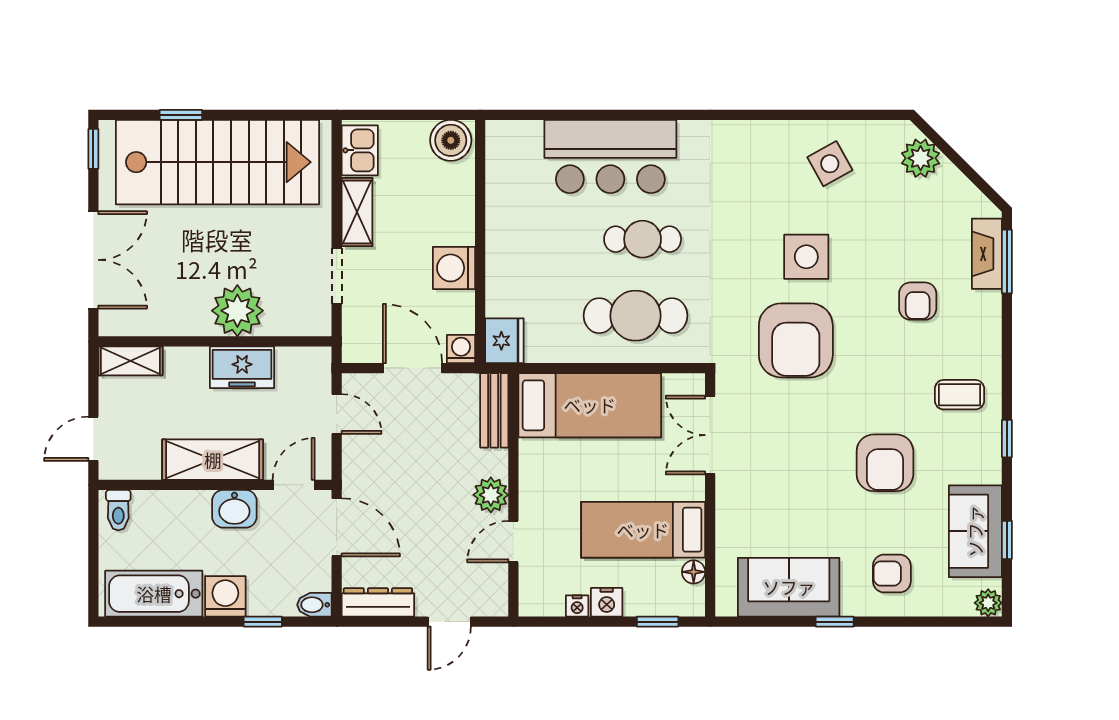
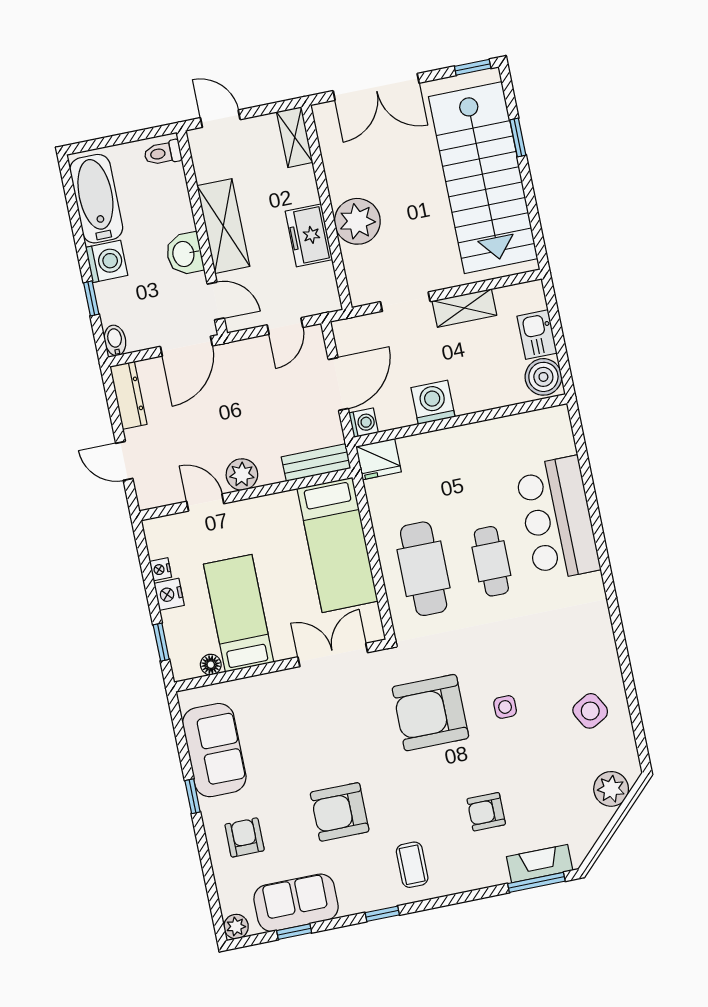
kitchen sink: (360, 150) -> (537, 335), moved, turned 90
side table: (806, 257) -> (505, 707), width x0.54, depth x0.54

